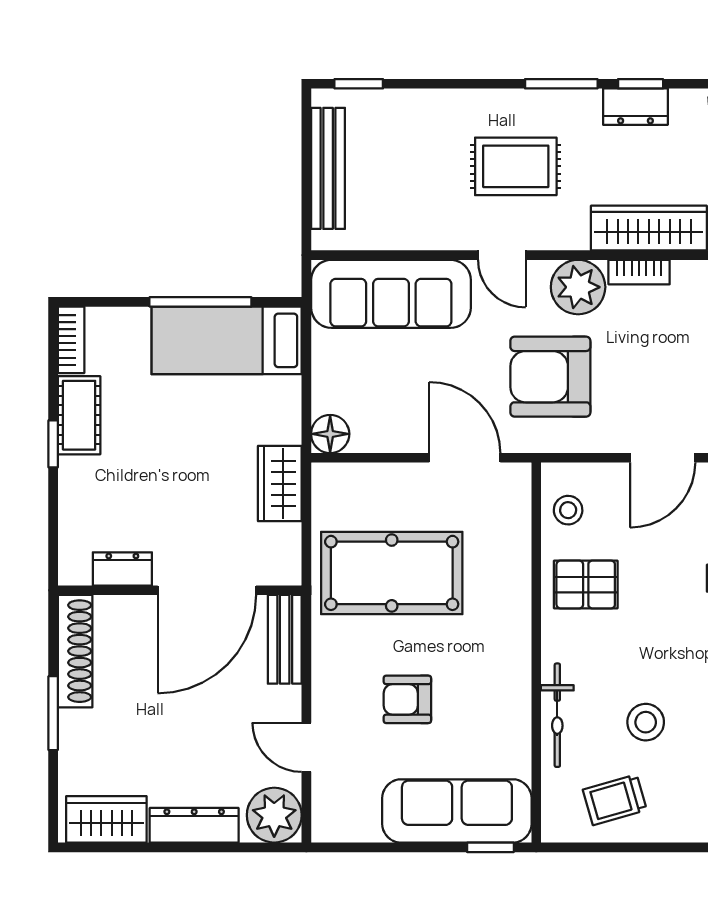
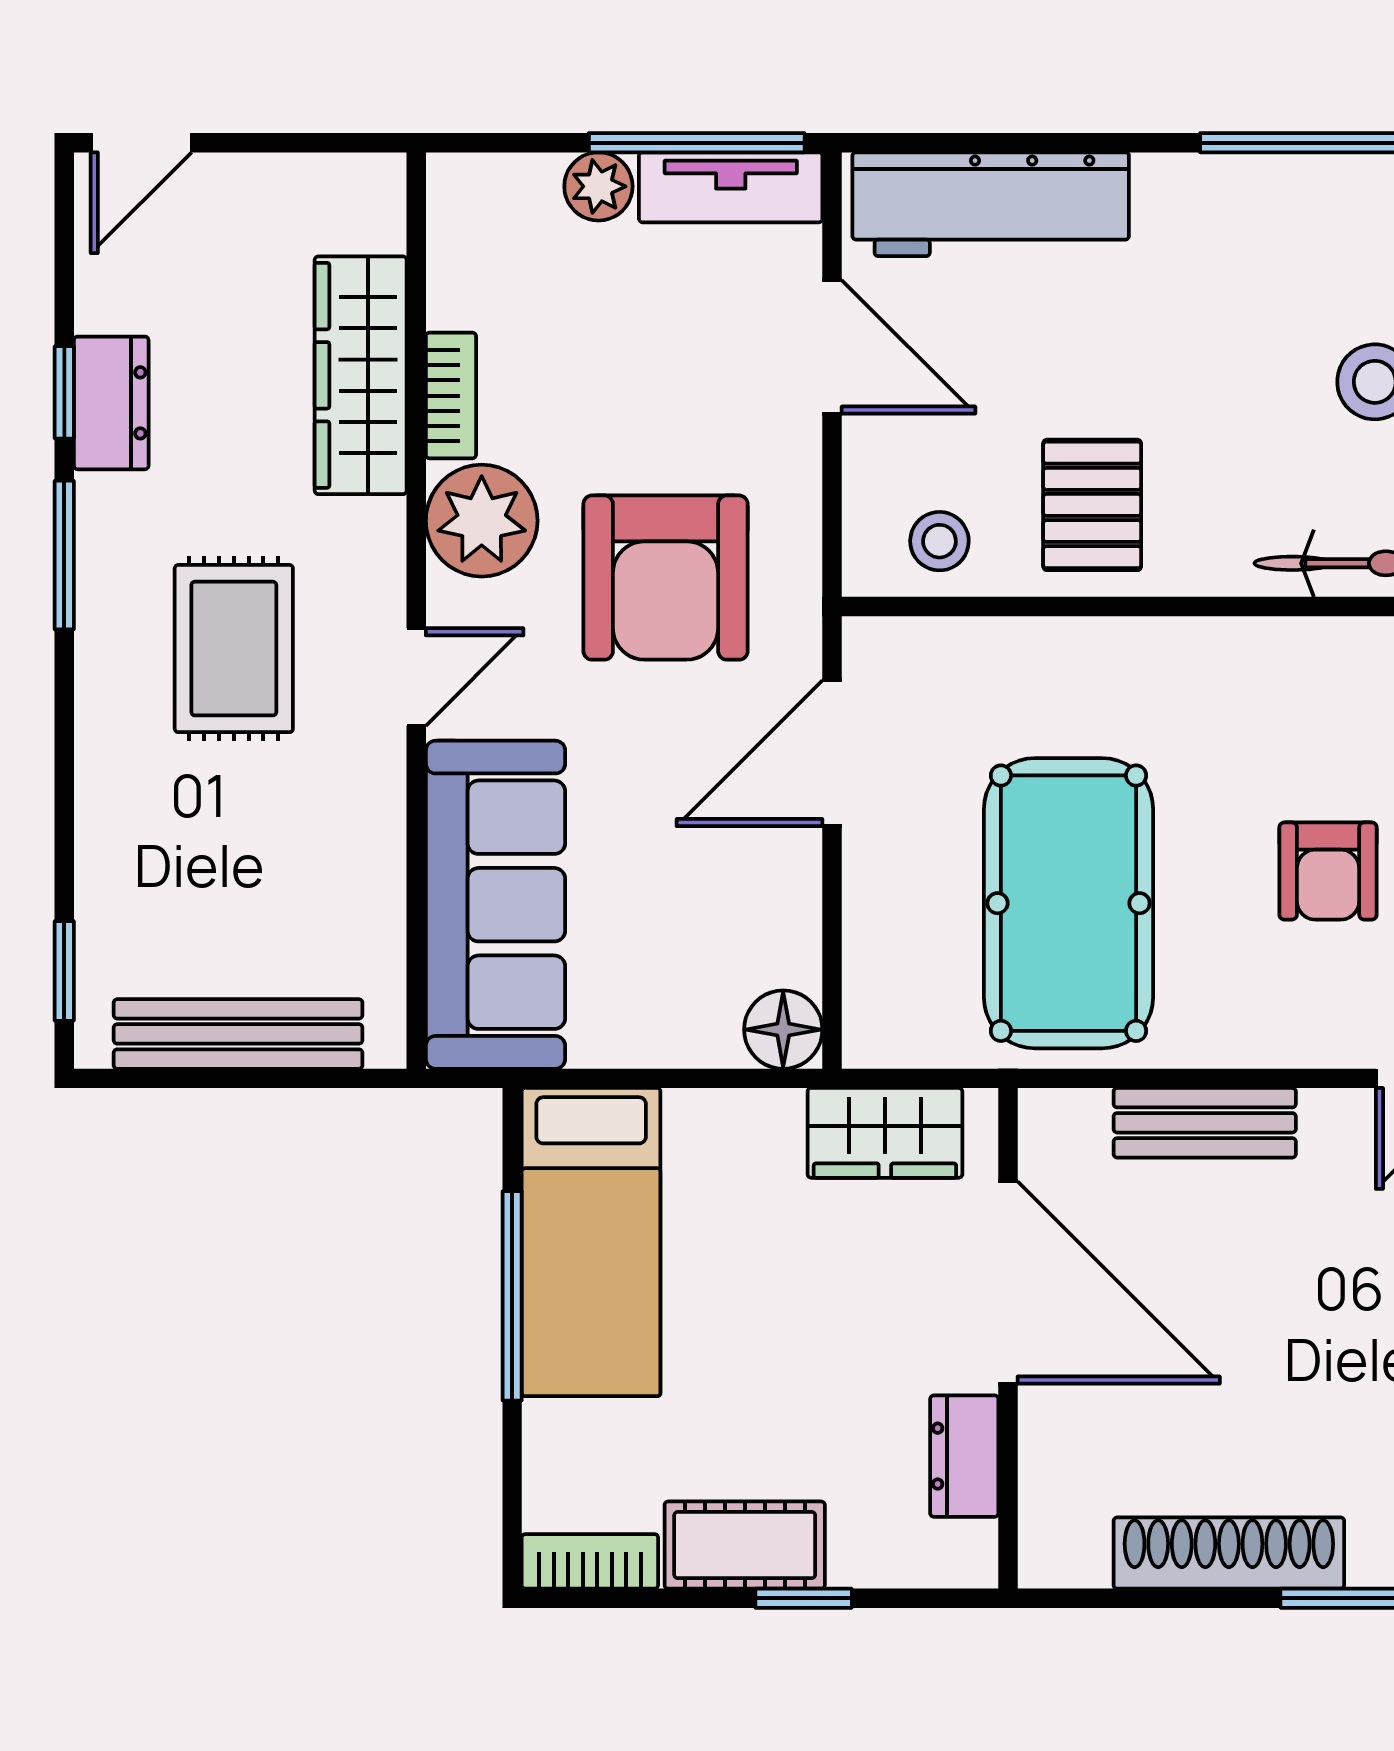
dresser: (122, 569) -> (964, 1456), moved
wall: (180, 590) -> (1008, 1338), moved
door: (207, 590) -> (1008, 1283), moved

